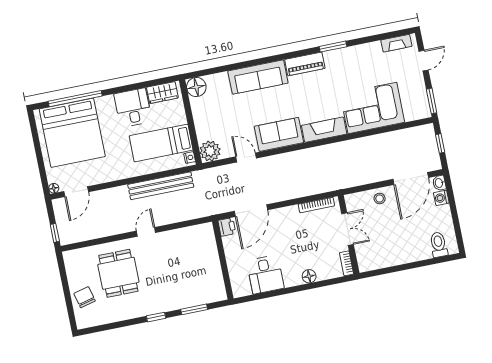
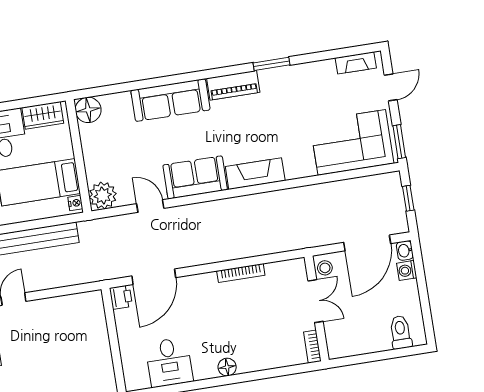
corner sofa: (372, 108) -> (352, 142), moved
double door: (348, 229) -> (316, 301), moved
wall: (349, 235) -> (317, 308), moved
bookcase: (347, 263) -> (312, 347), moved

